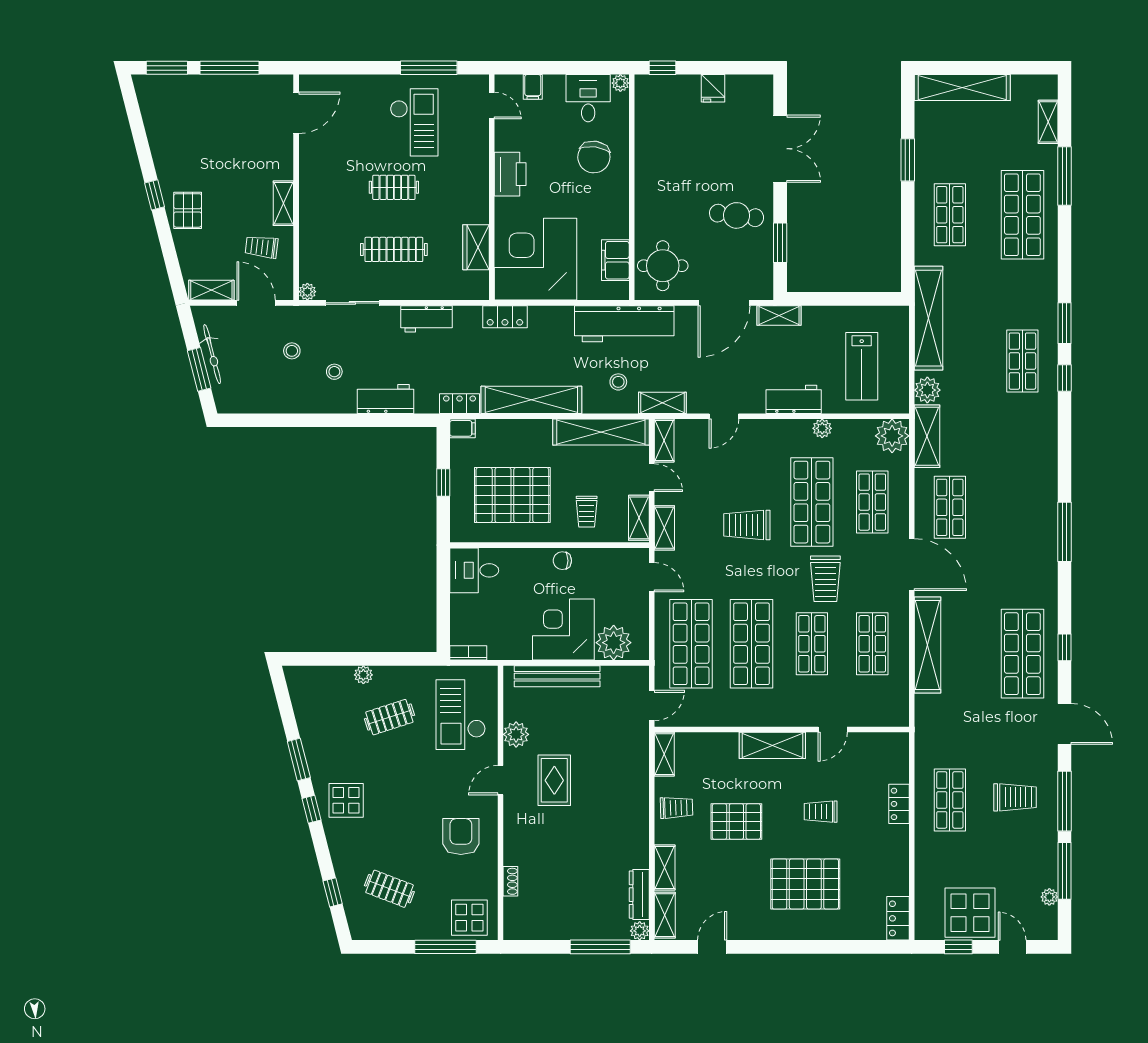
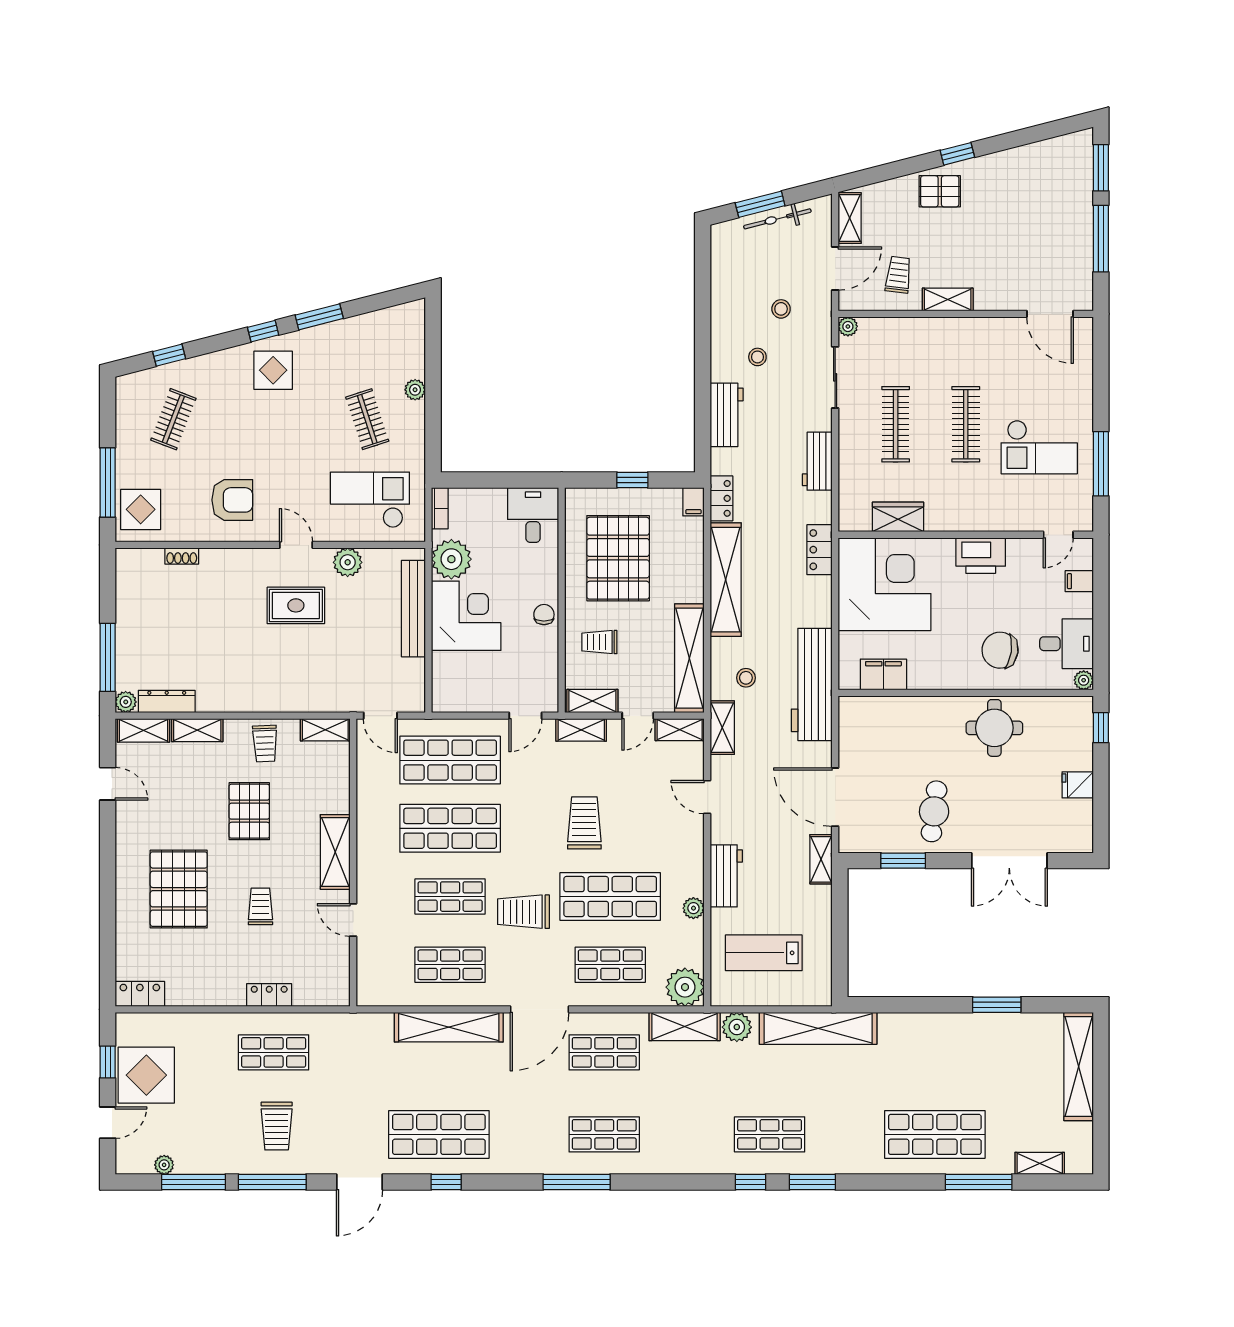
clothes rail: (394, 187) -> (966, 424), width x1.36
shop shelf: (950, 215) -> (604, 1134), moved
round table: (663, 266) -> (994, 728), moved
plant: (614, 643) -> (451, 559), moved

